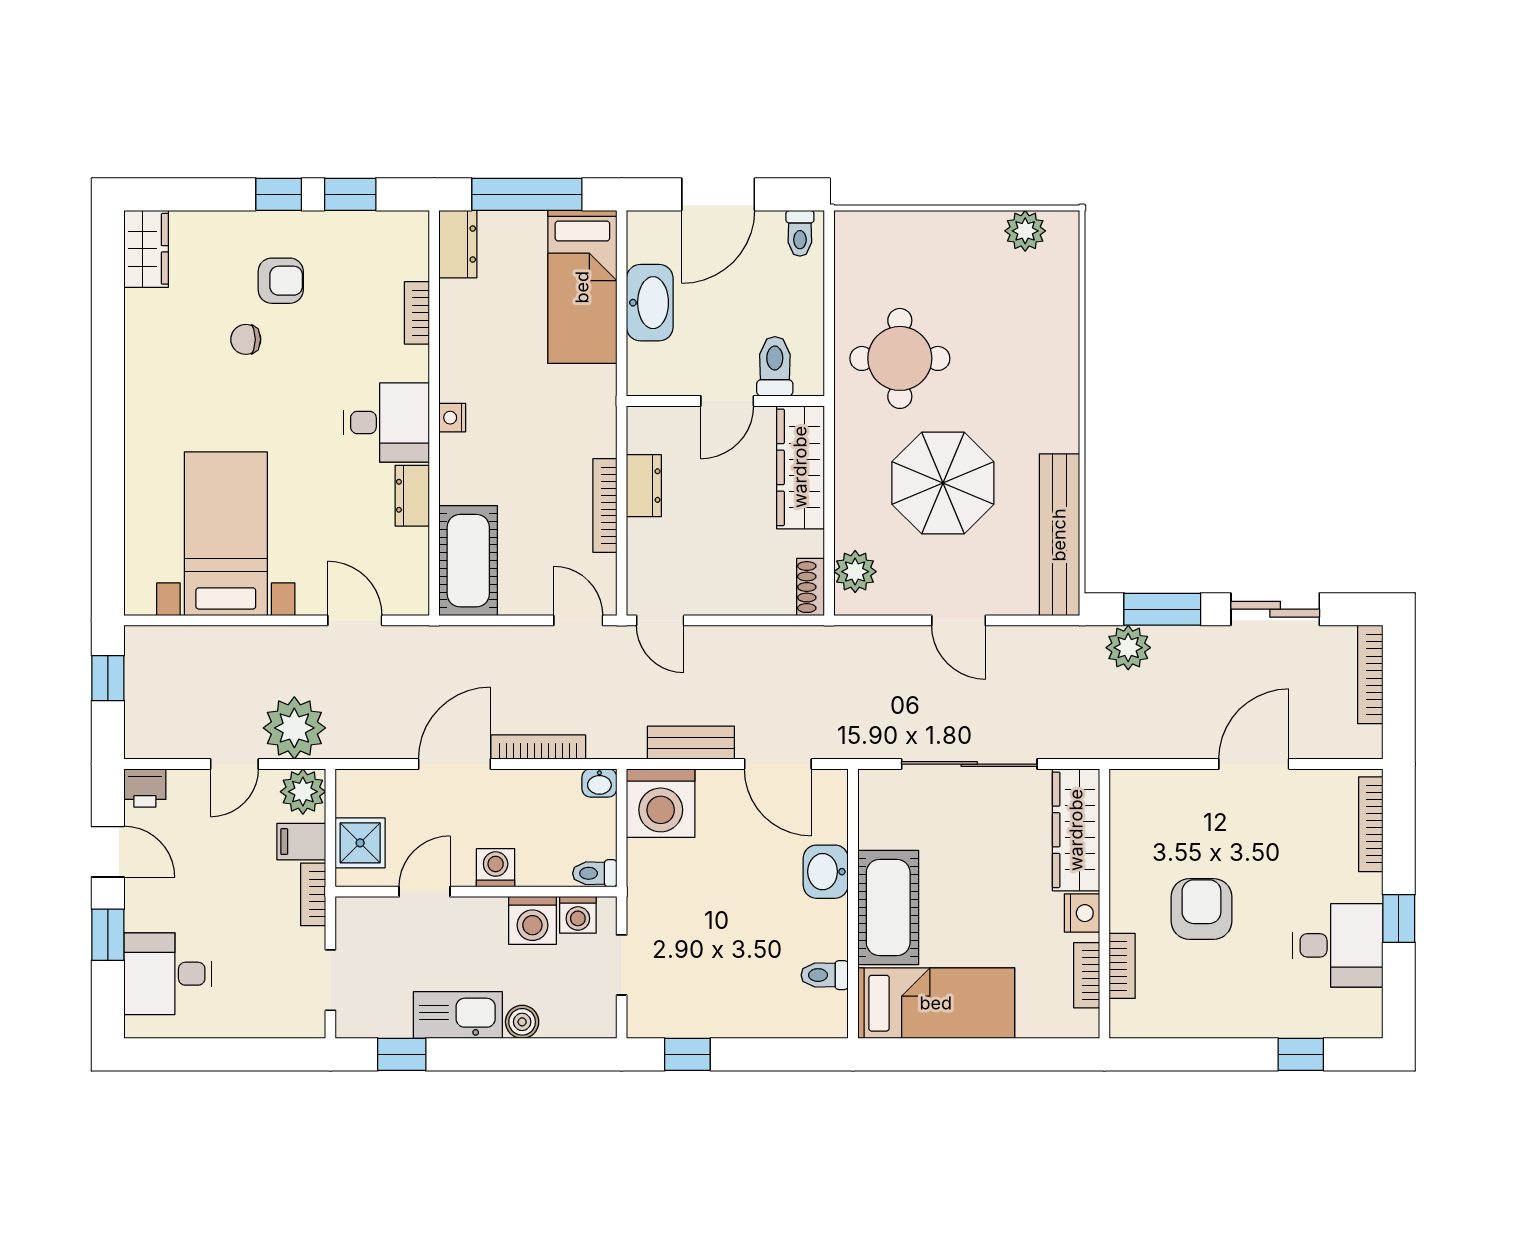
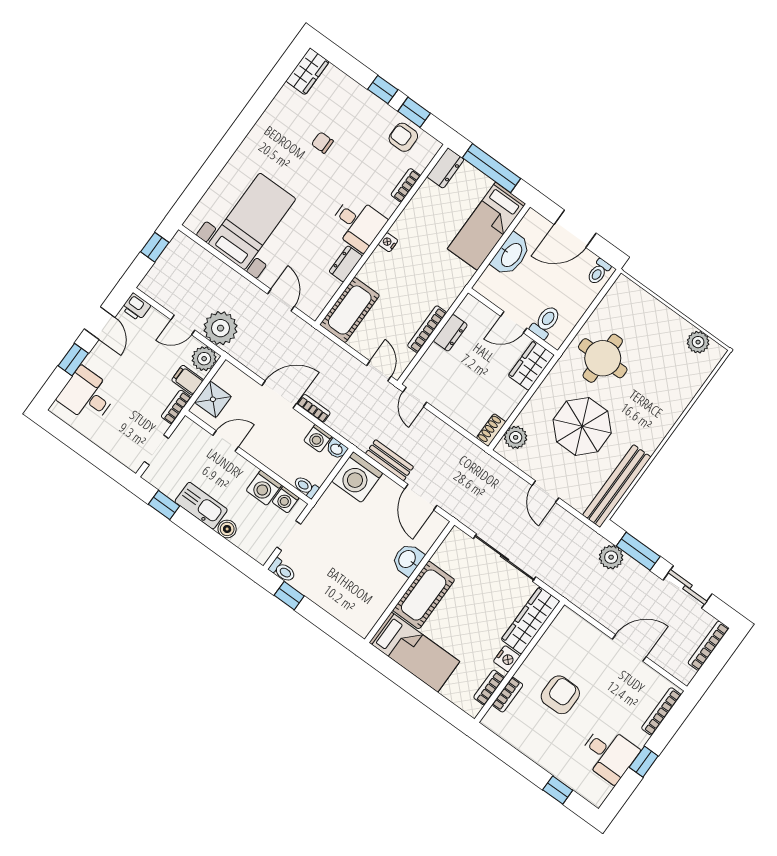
armchair: (281, 281) -> (403, 137), moved, turned 180
wardrobe: (800, 467) -> (531, 365), width x0.67
bookcase: (538, 747) -> (314, 408), width x0.64
washing machine: (496, 868) -> (318, 438), moved, turned 180
toilet: (825, 975) -> (282, 570), moved, turned 180

